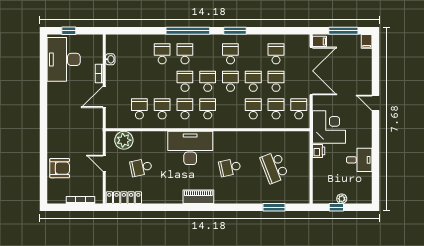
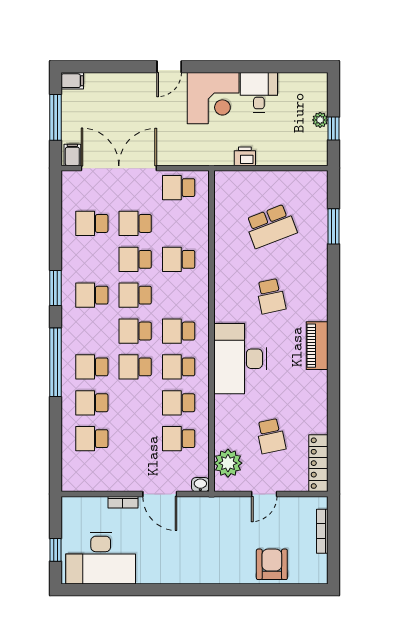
washbasin: (110, 59) -> (200, 485), moved
school desk: (276, 109) -> (92, 439), moved
corner desk: (329, 127) -> (213, 98), moved, turned 180

